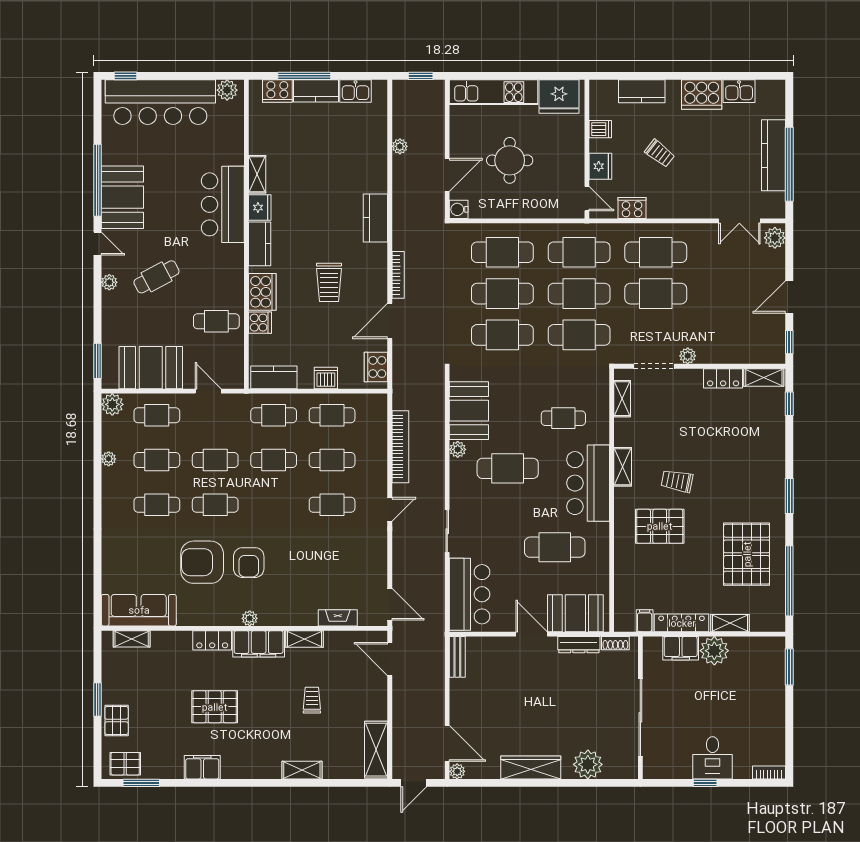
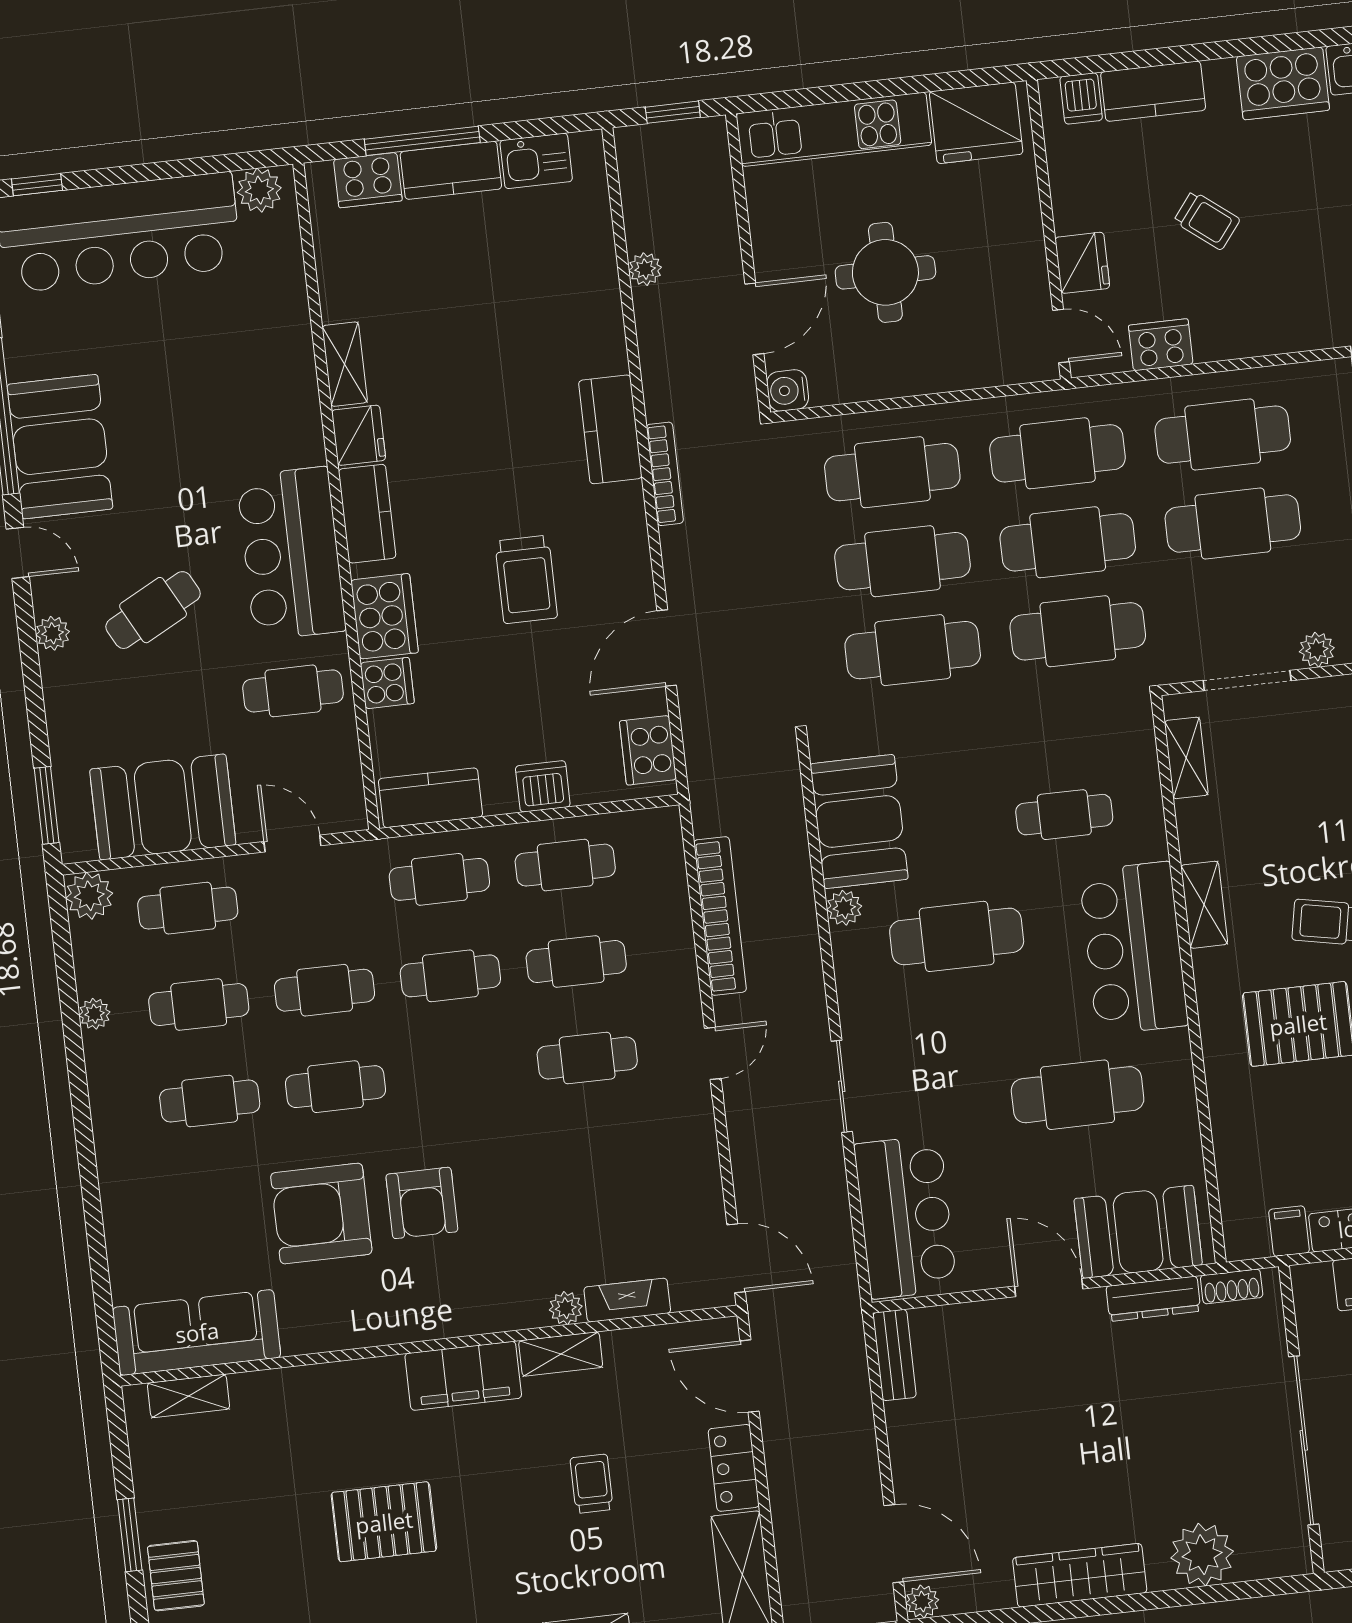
dishwasher: (600, 129) -> (1081, 98), moved, turned 90
bar counter: (223, 204) -> (291, 554), moved
bookcase: (398, 275) -> (665, 474), moved
plant: (250, 618) -> (566, 1308), moved
locker: (212, 640) -> (734, 1468), moved, turned 90

